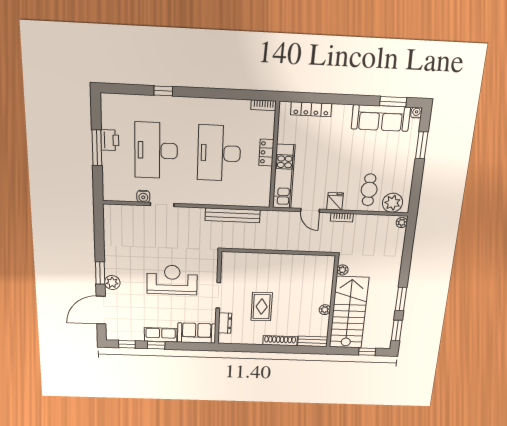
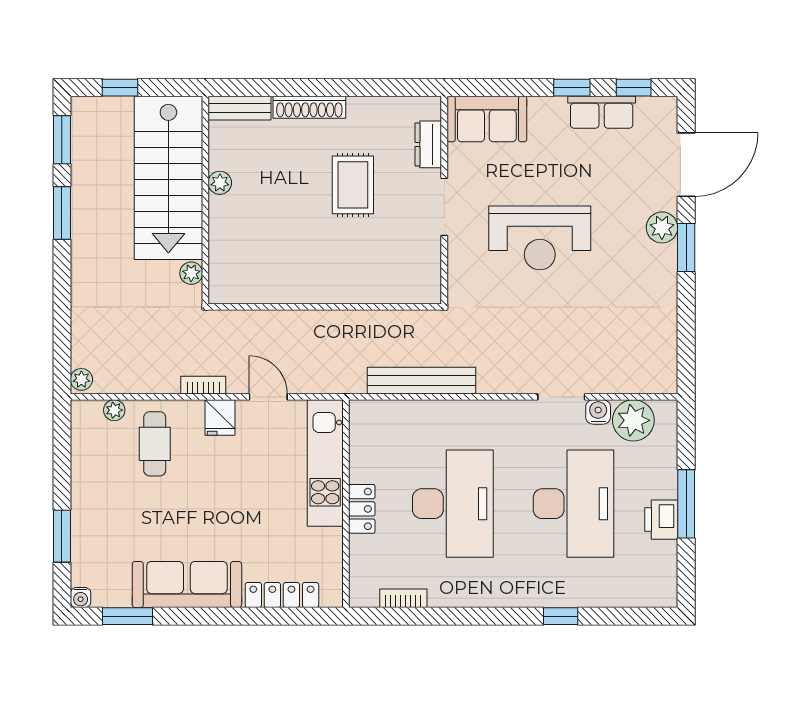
bookcase: (264, 105) -> (403, 598), moved
sofa: (381, 118) -> (187, 584), moved
plant: (125, 191) -> (633, 420), added
plant: (393, 203) -> (114, 410), width x0.53, depth x0.53
row of seats: (161, 335) -> (602, 112), moved

